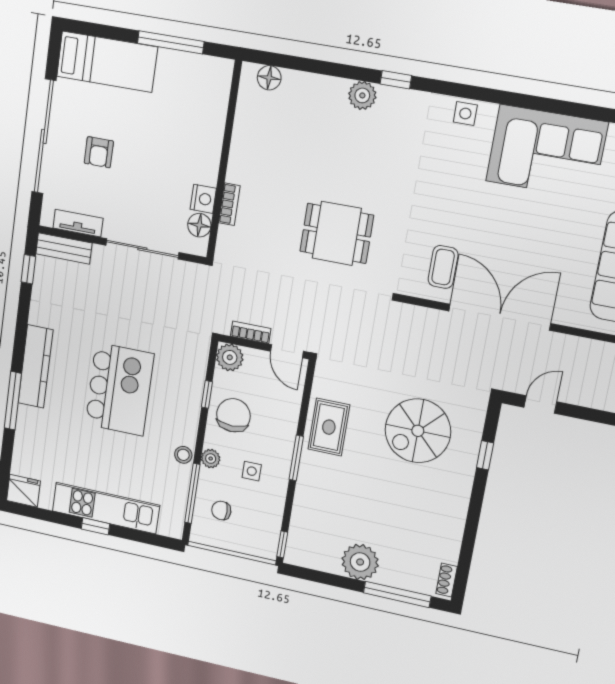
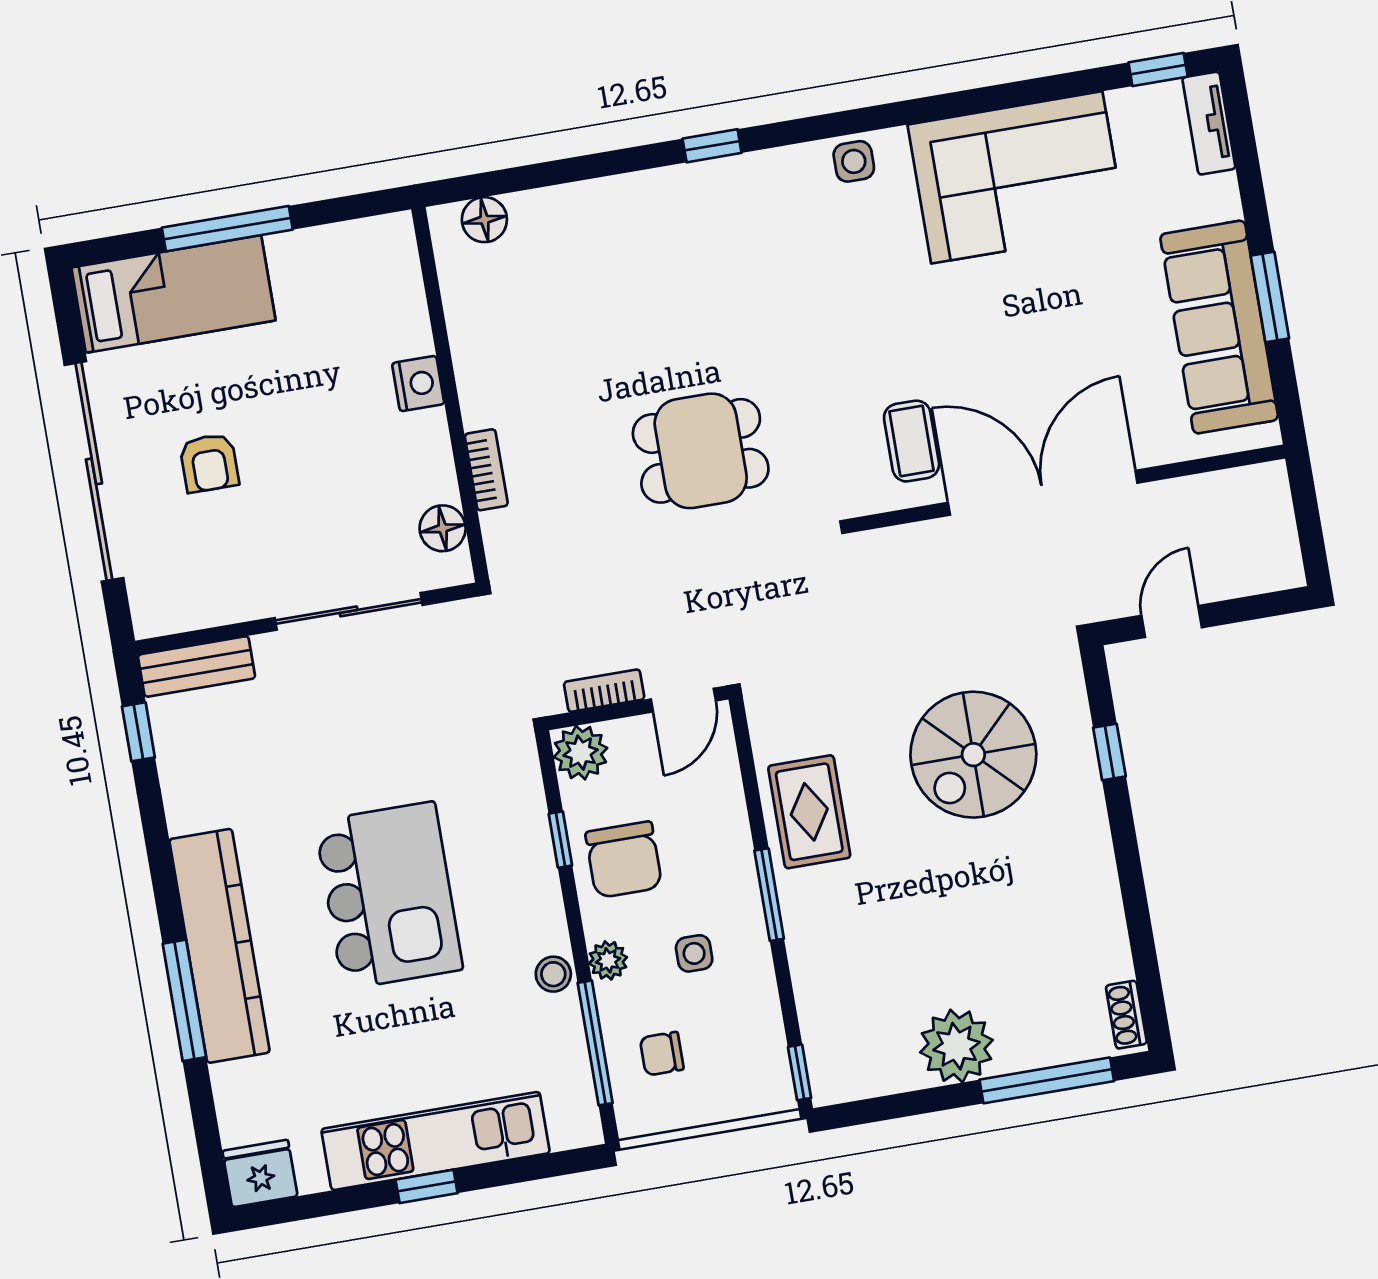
window: (171, 42) -> (227, 229), moved
plant: (362, 95) -> (662, 193), removed
nightstand: (203, 199) -> (418, 384), moved
tv unit: (78, 223) -> (209, 609), removed
door: (287, 351) -> (683, 700), hinge flipped
kitchen counter: (36, 367) -> (219, 946), width x1.39, depth x1.17
chair: (233, 415) -> (624, 860), turned 180

